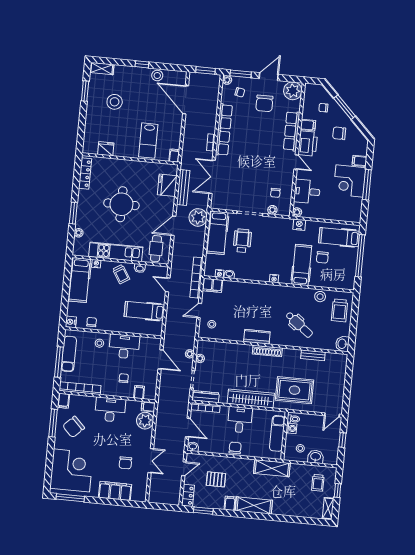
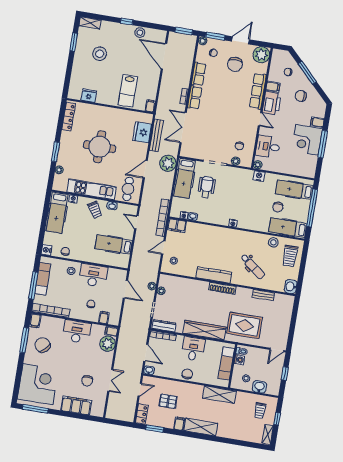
hospital bed: (302, 265) -> (288, 228), moved, turned -90
kitchen counter: (257, 337) -> (214, 275), width x1.50
chair: (74, 427) -> (43, 345), turned 89

